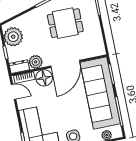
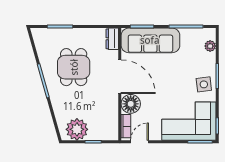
plant: (36, 62) -> (111, 110), removed
dresser: (19, 67) -> (112, 39), moved
sofa: (100, 93) -> (150, 40), width x0.74, depth x0.79

